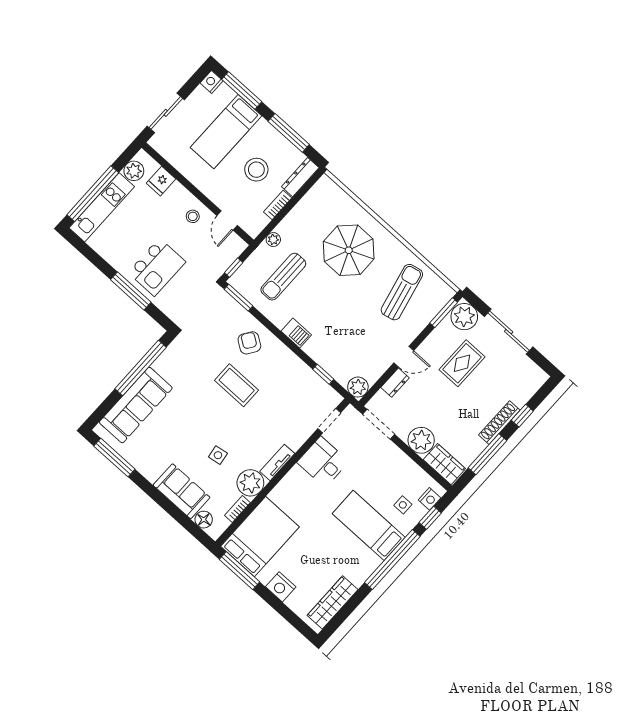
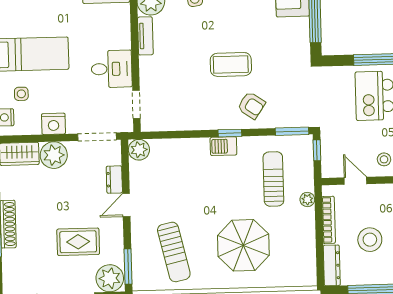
bookcase: (278, 205) -> (329, 220), width x1.56
rug: (462, 363) -> (78, 242), turned 90
window: (323, 374) -> (230, 133), moved
nightstand: (400, 462) -> (53, 124), added

